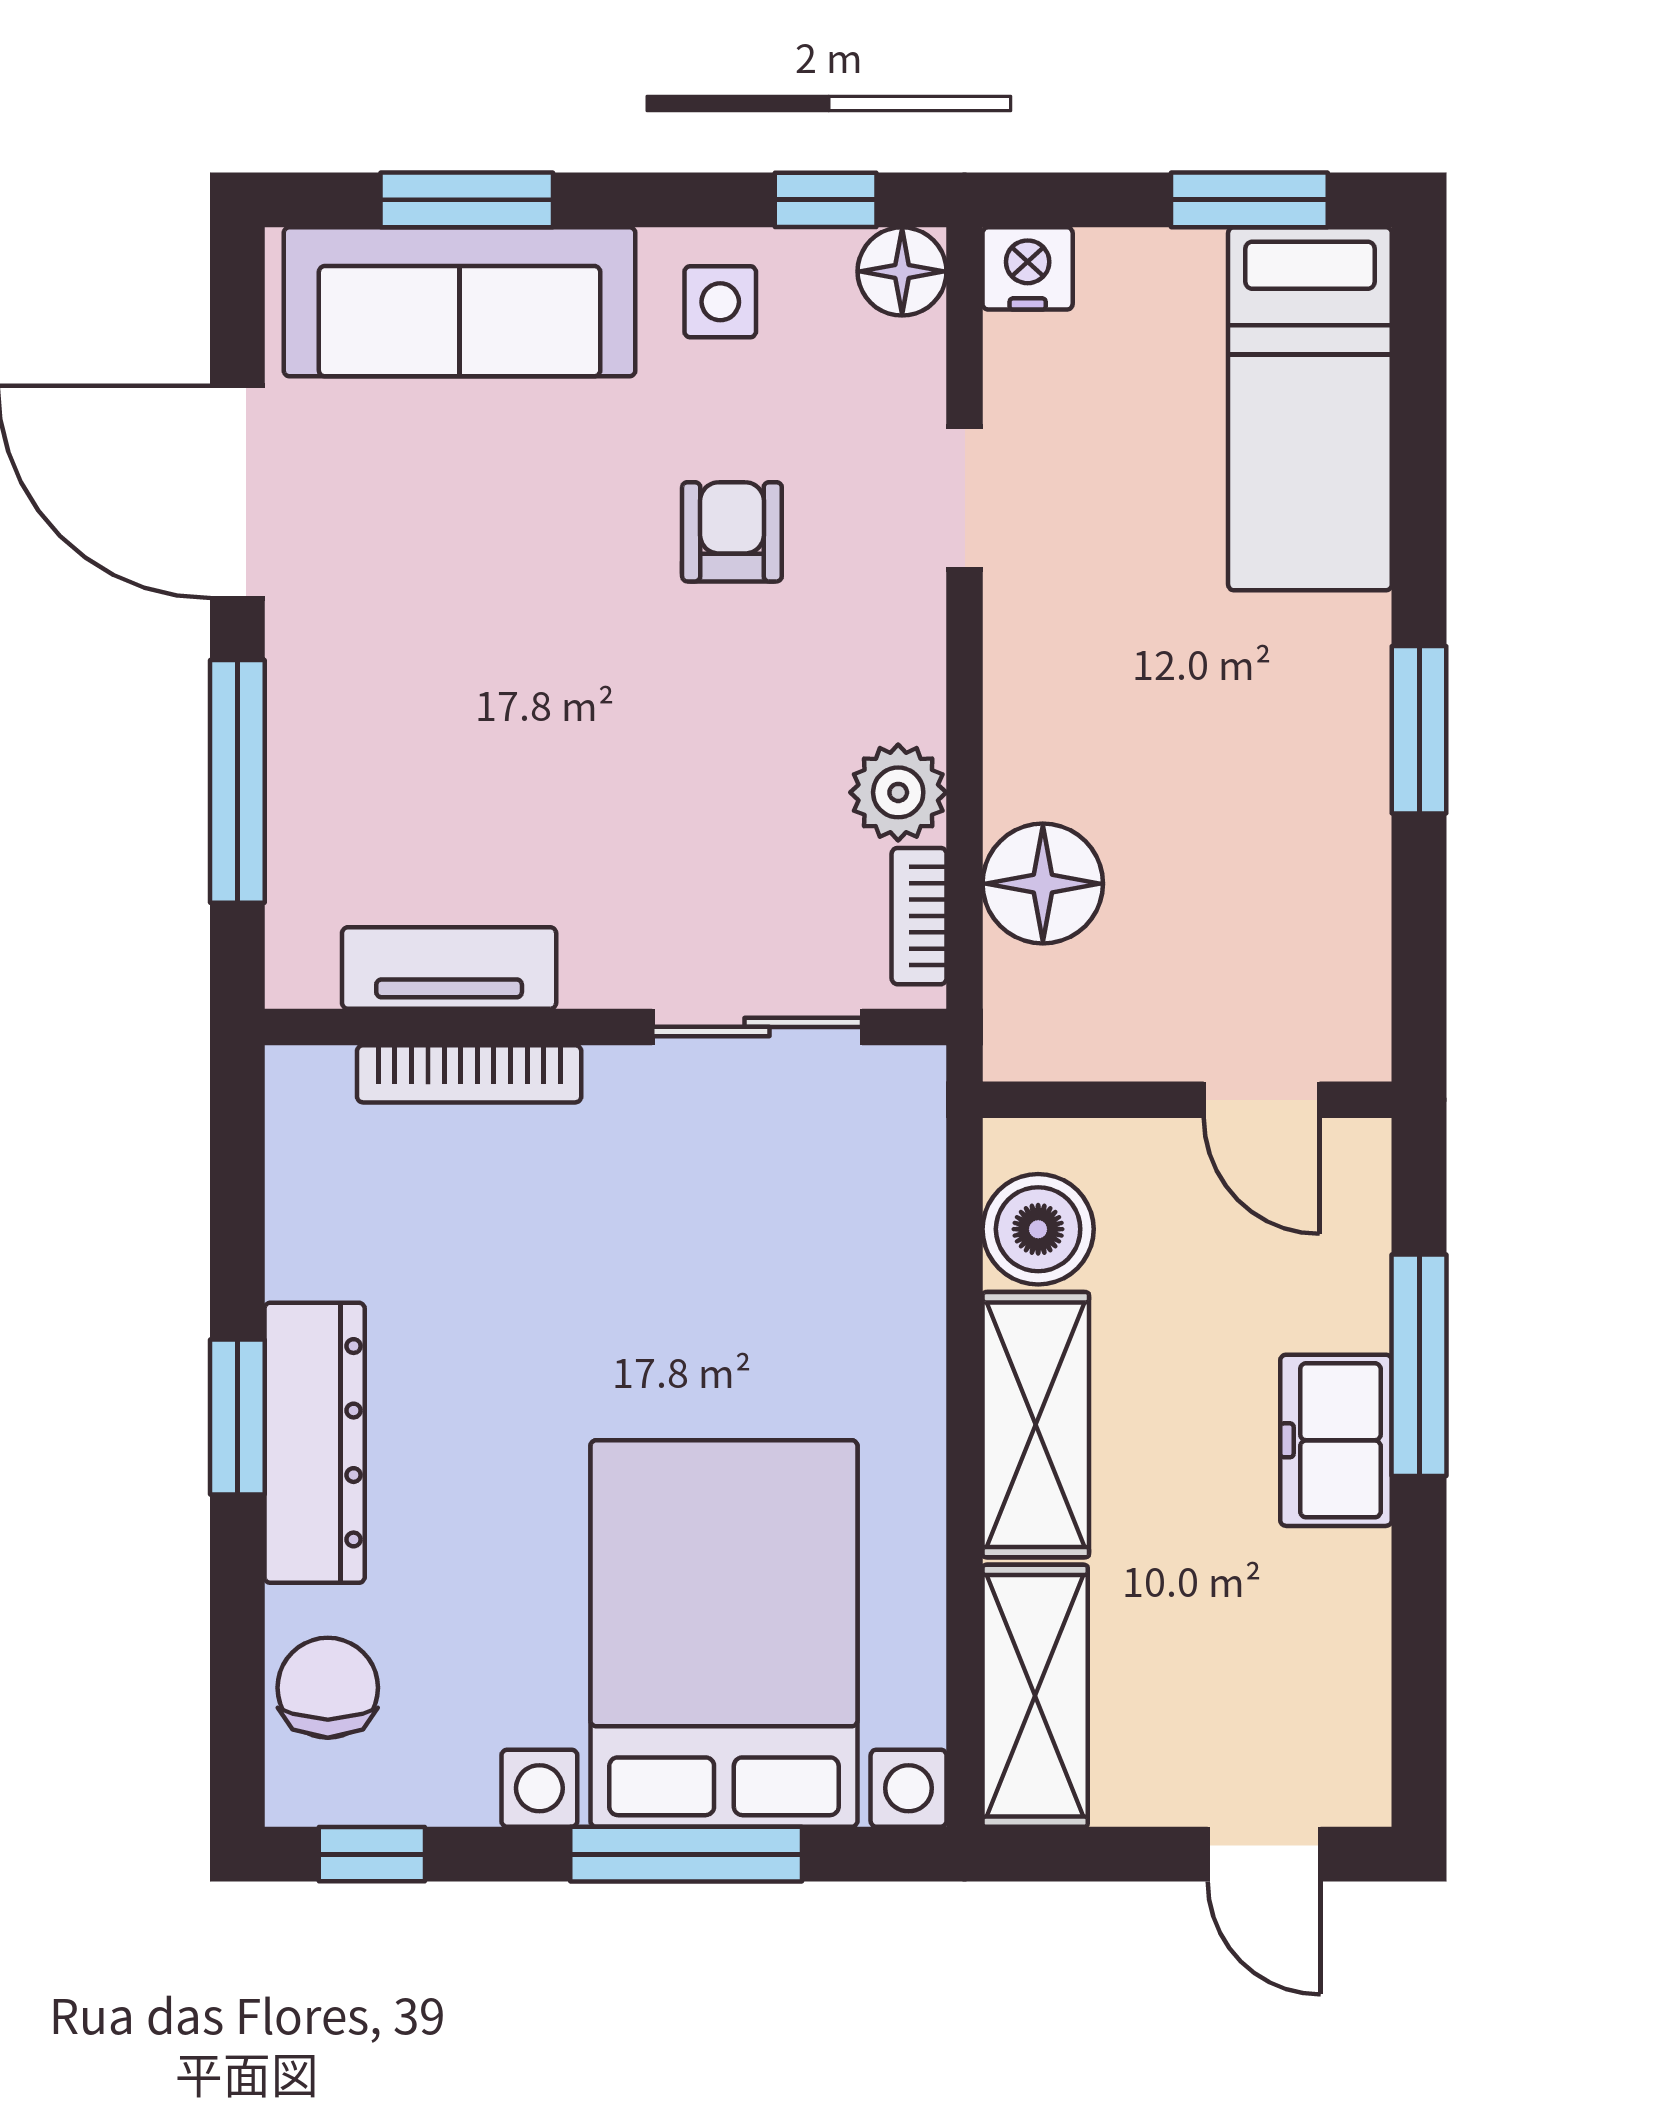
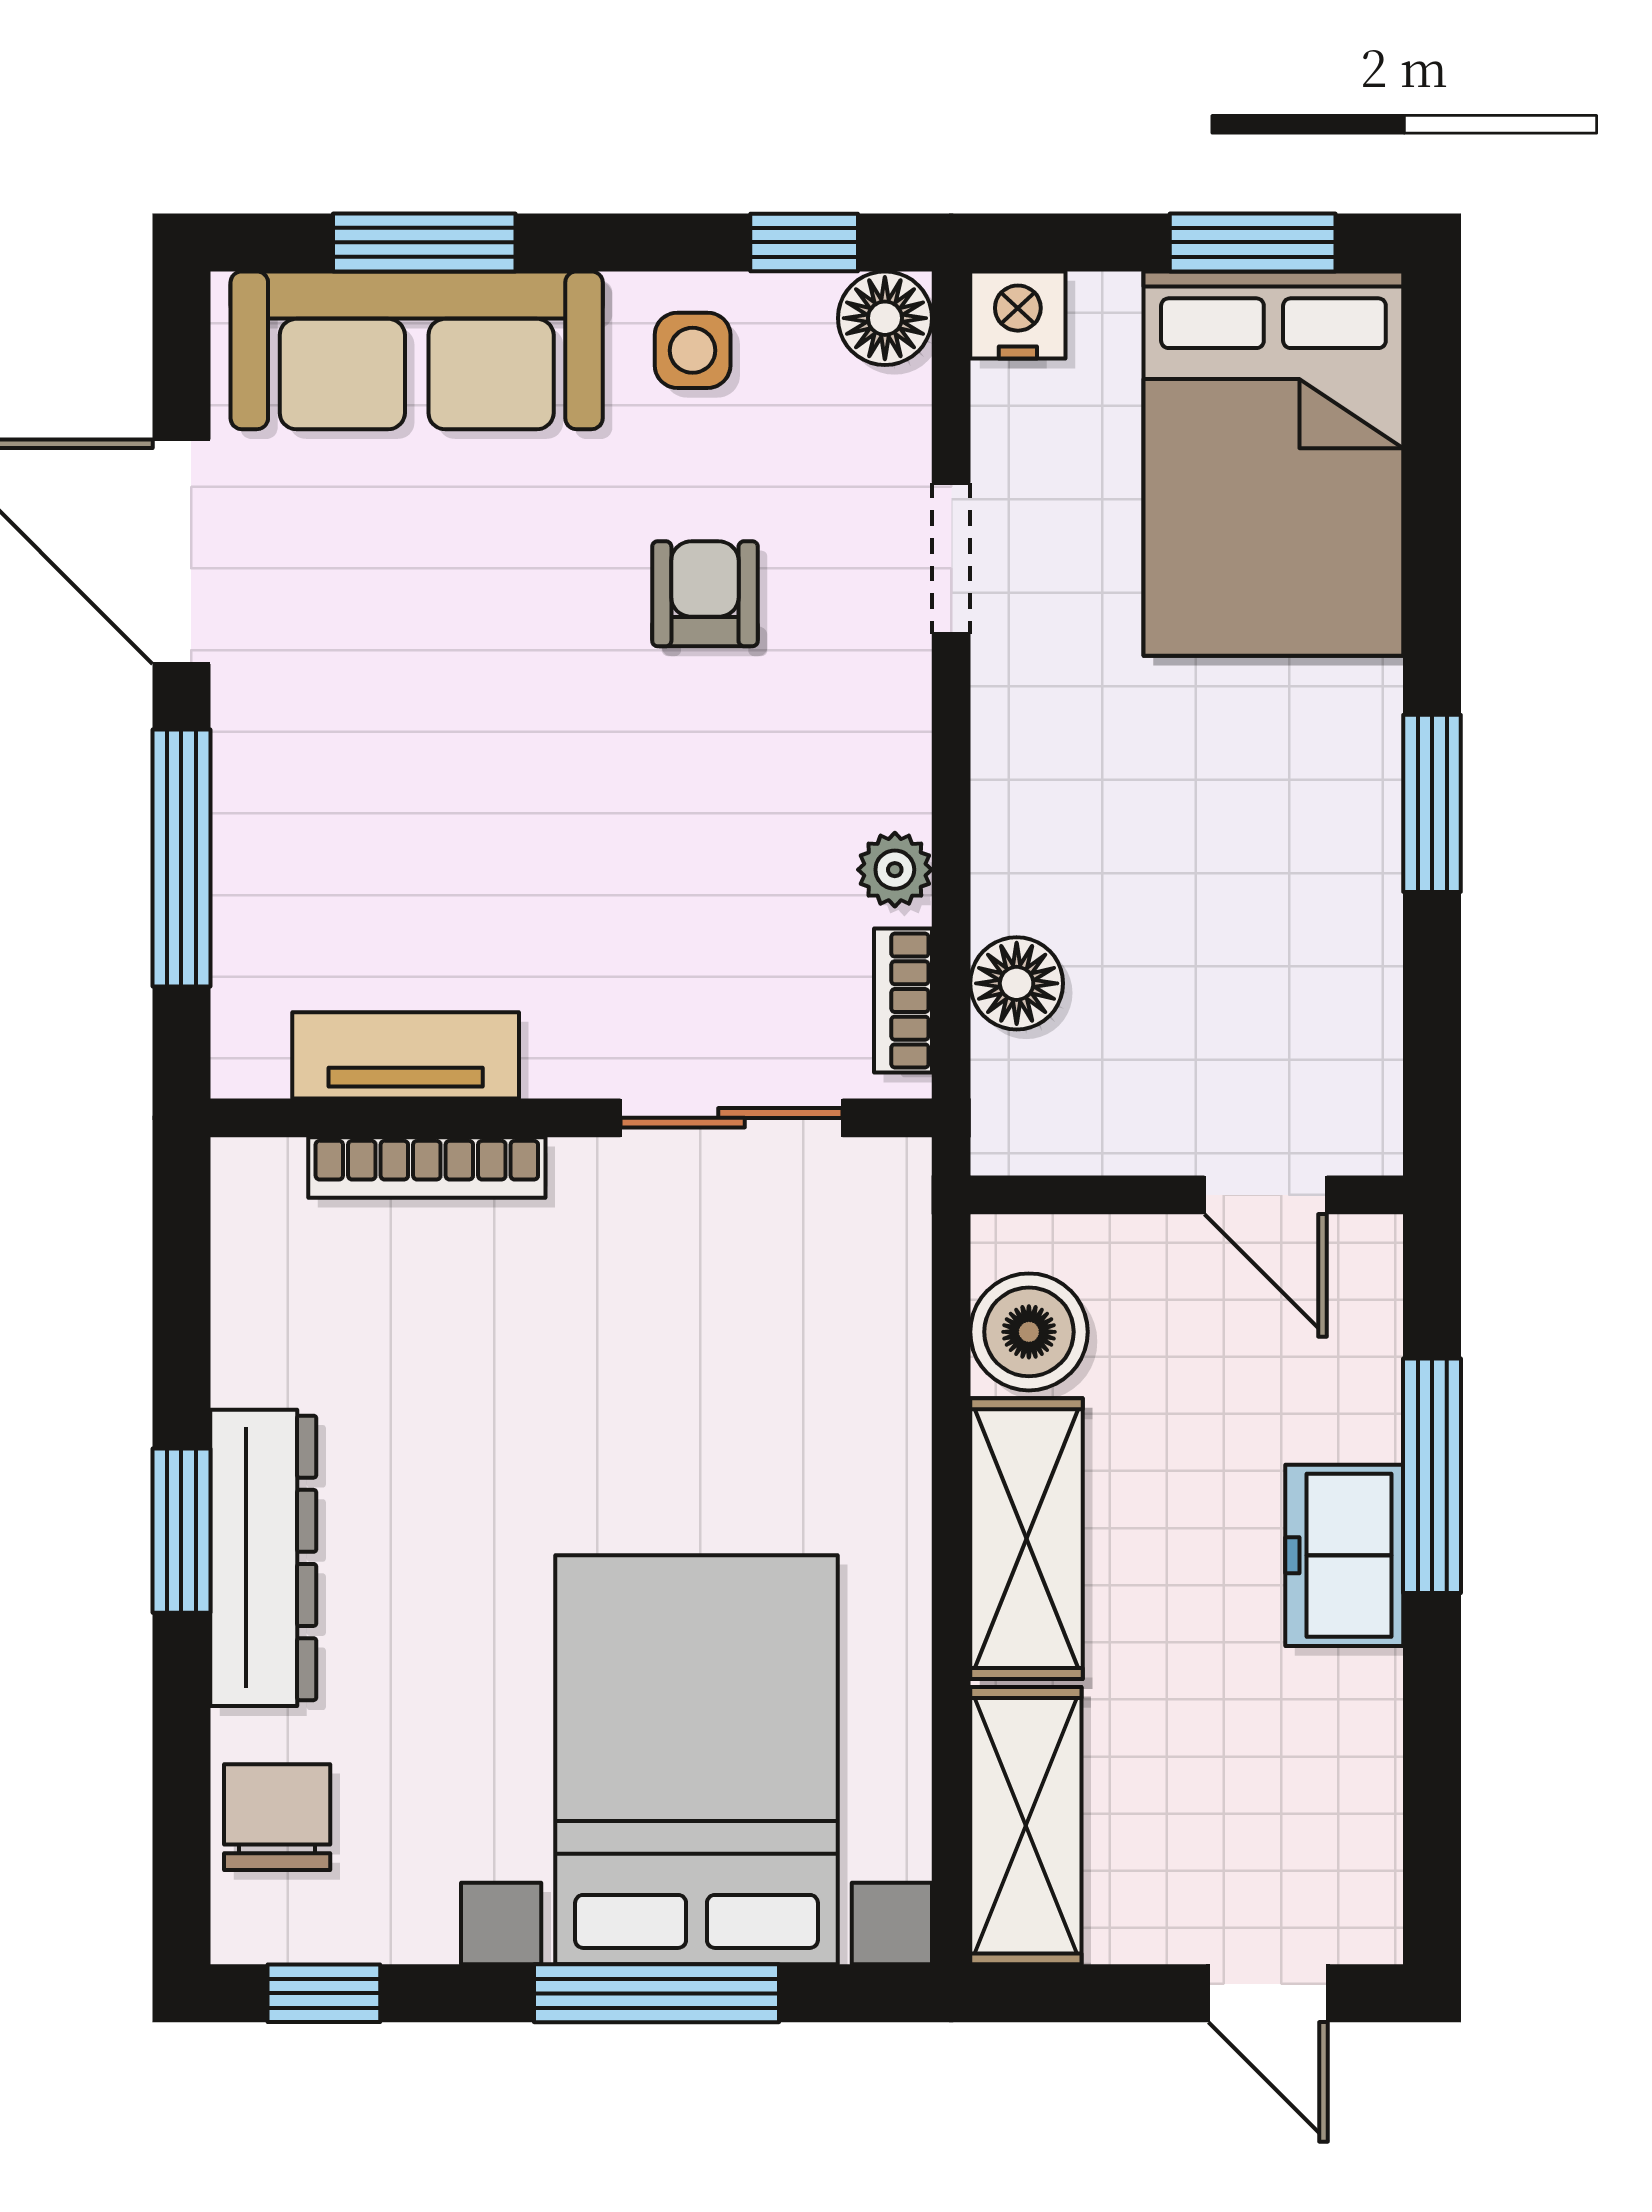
bed: (1310, 409) -> (1273, 464), width x1.50
plant: (898, 792) -> (895, 870), width x0.73, depth x0.73
floor lamp: (1043, 884) -> (1017, 983), width x0.73, depth x0.73

